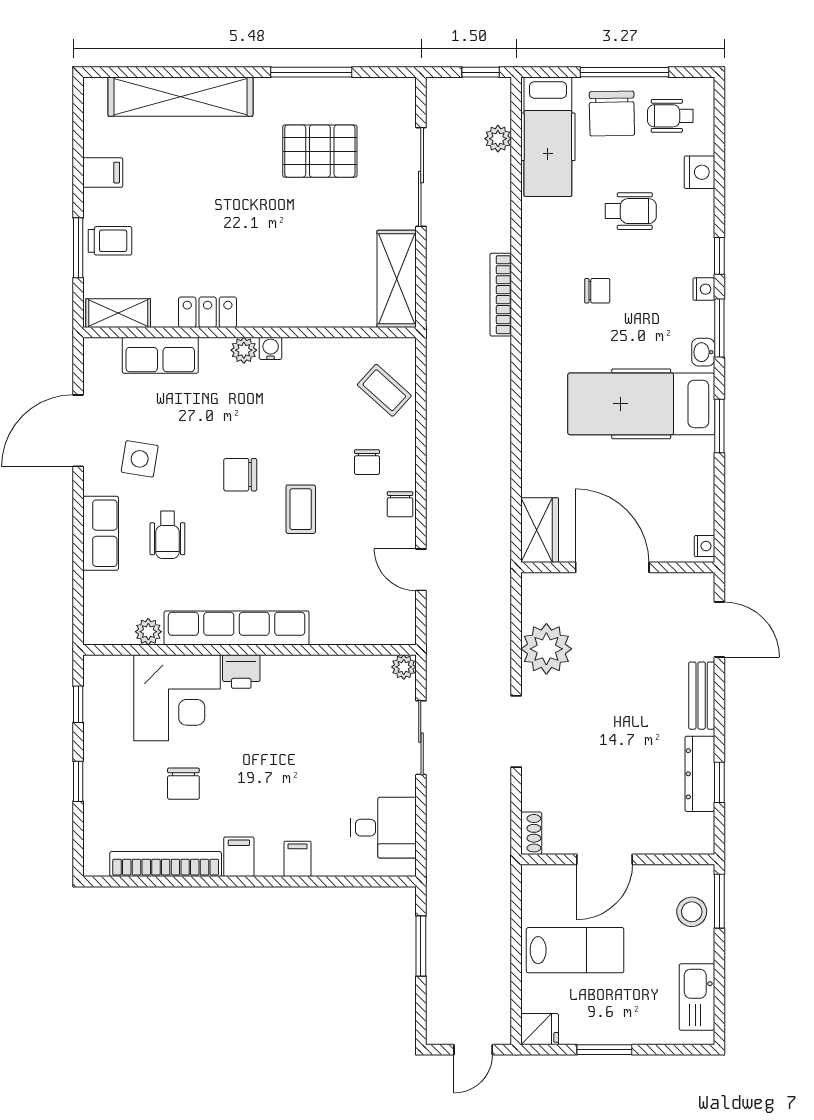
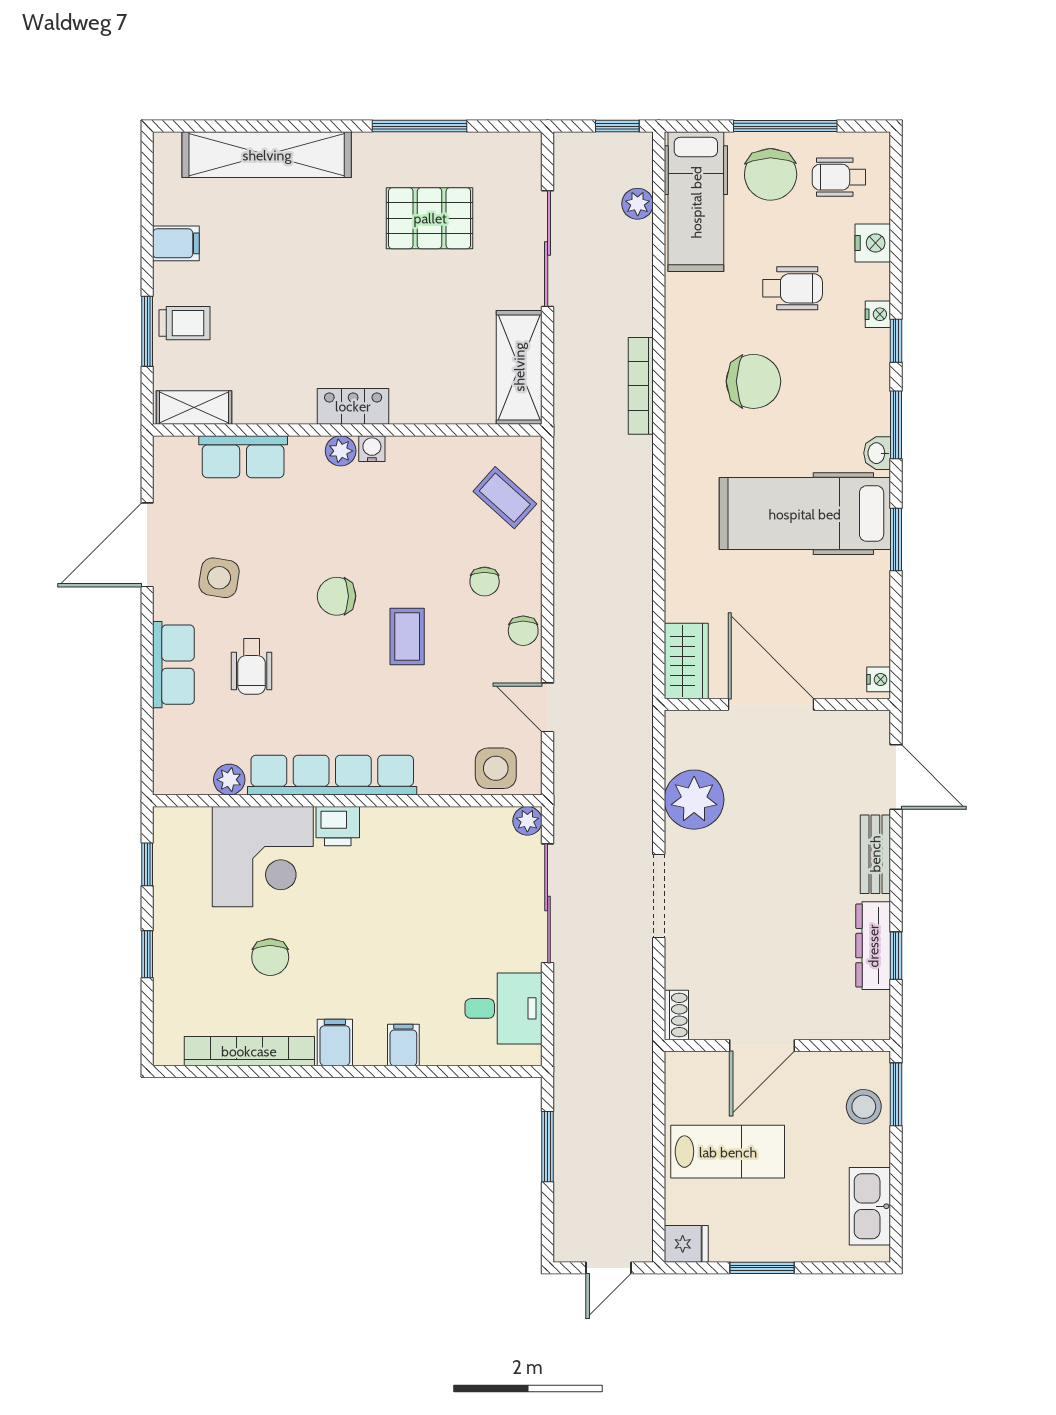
nightstand: (704, 289) -> (878, 314), moved
chair: (597, 291) -> (753, 381), width x1.87, depth x1.87
locker: (208, 312) -> (353, 406), moved
side table: (377, 622) -> (496, 768), added
sliding door: (421, 738) -> (548, 903), width x1.37

